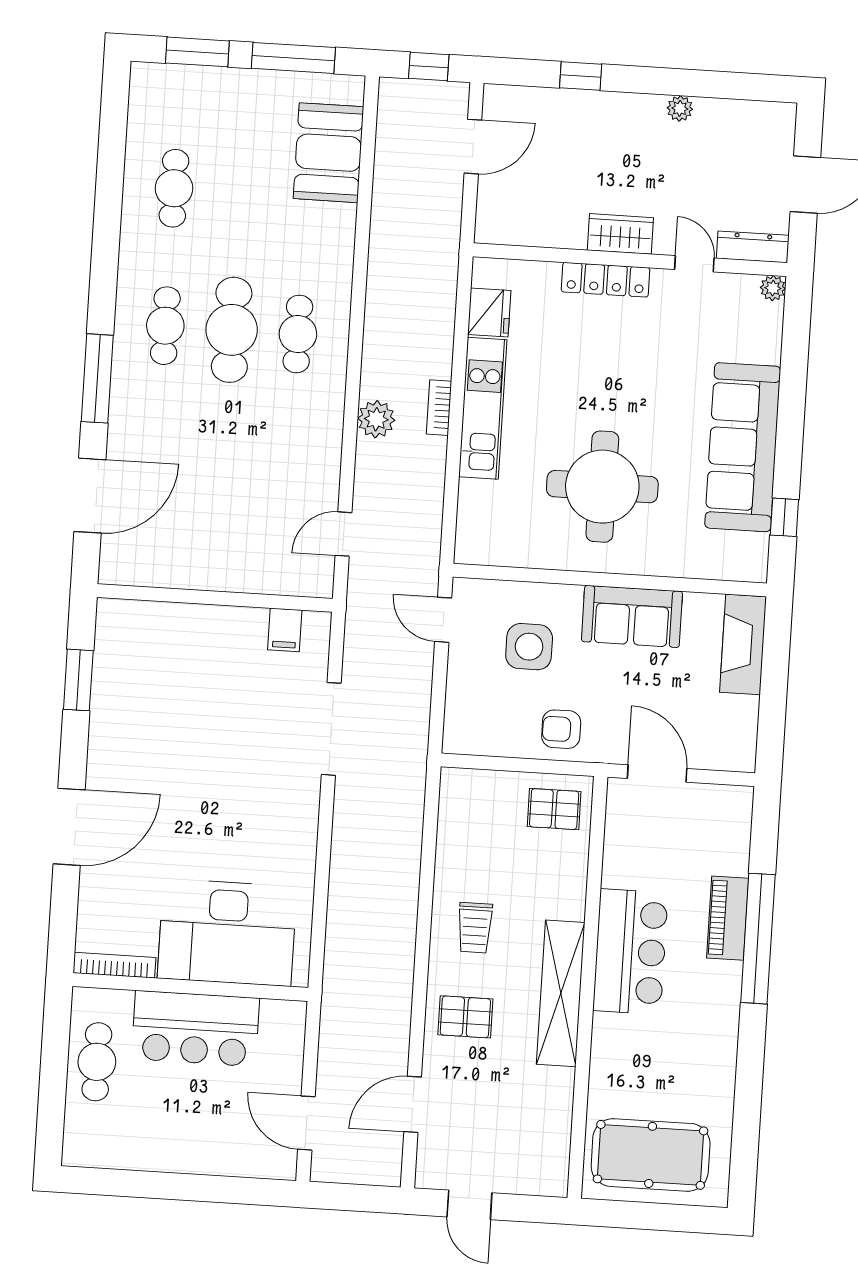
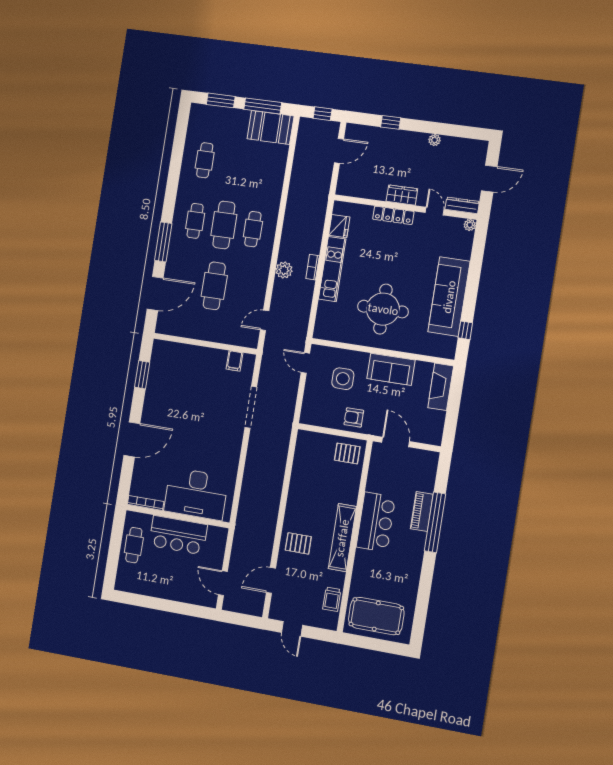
booth: (329, 153) -> (271, 127), moved, turned 90
cafe table: (223, 467) -> (214, 286), added
trolley: (475, 928) -> (332, 599), moved

